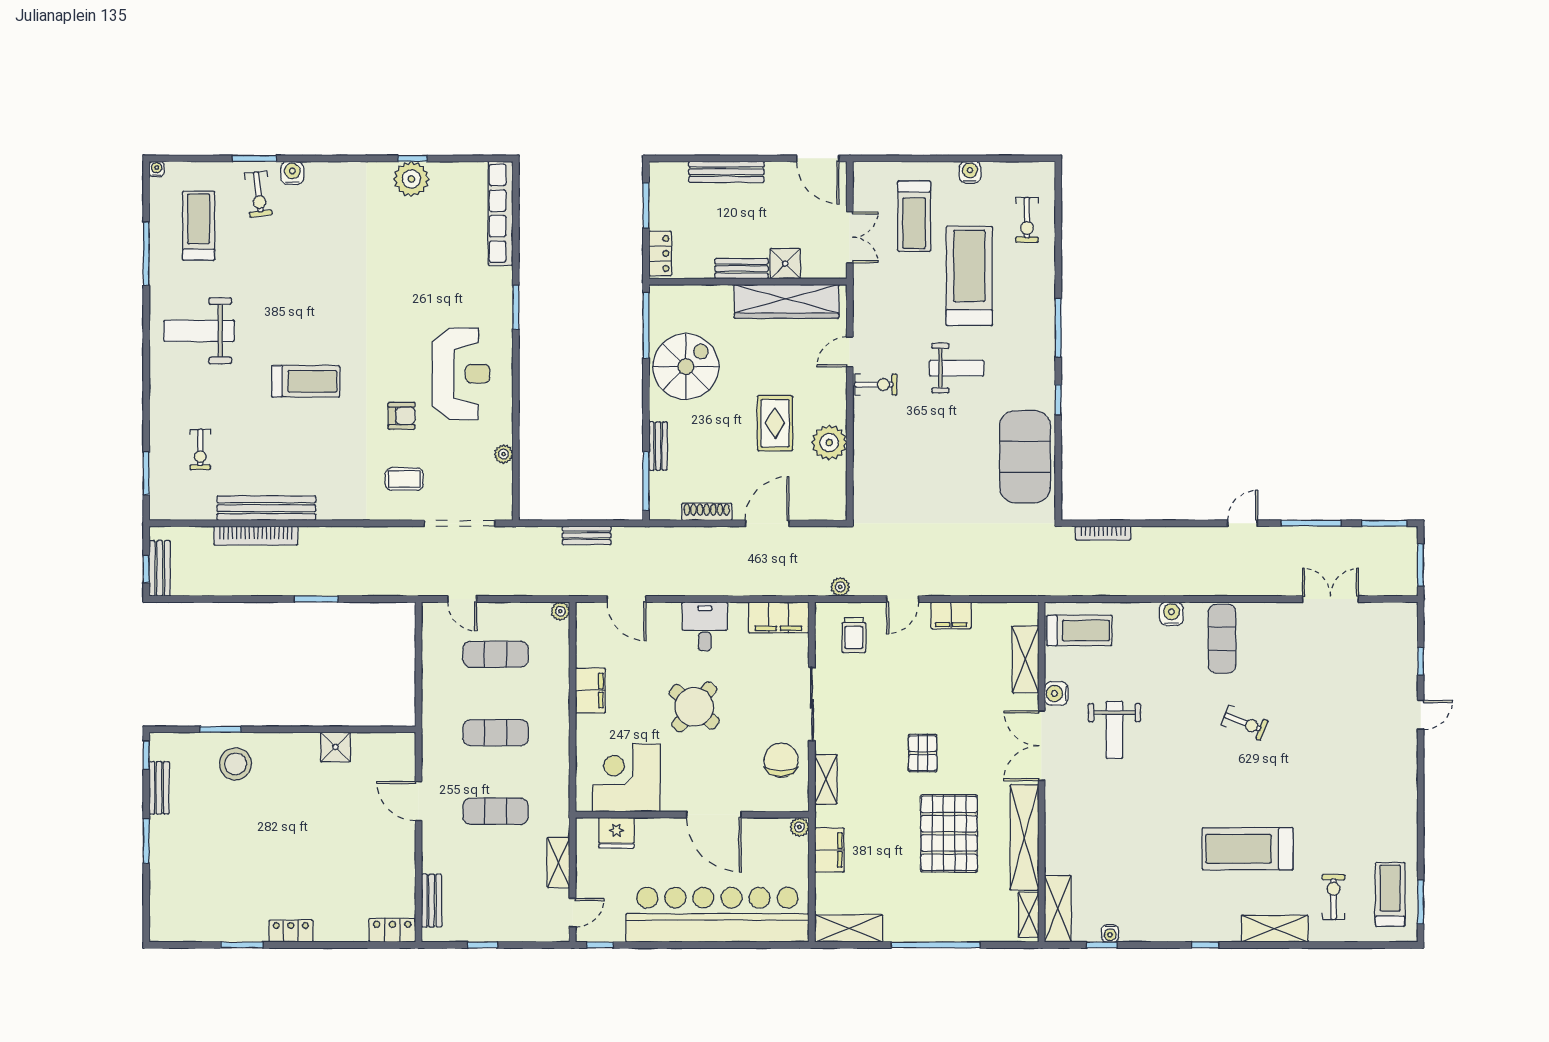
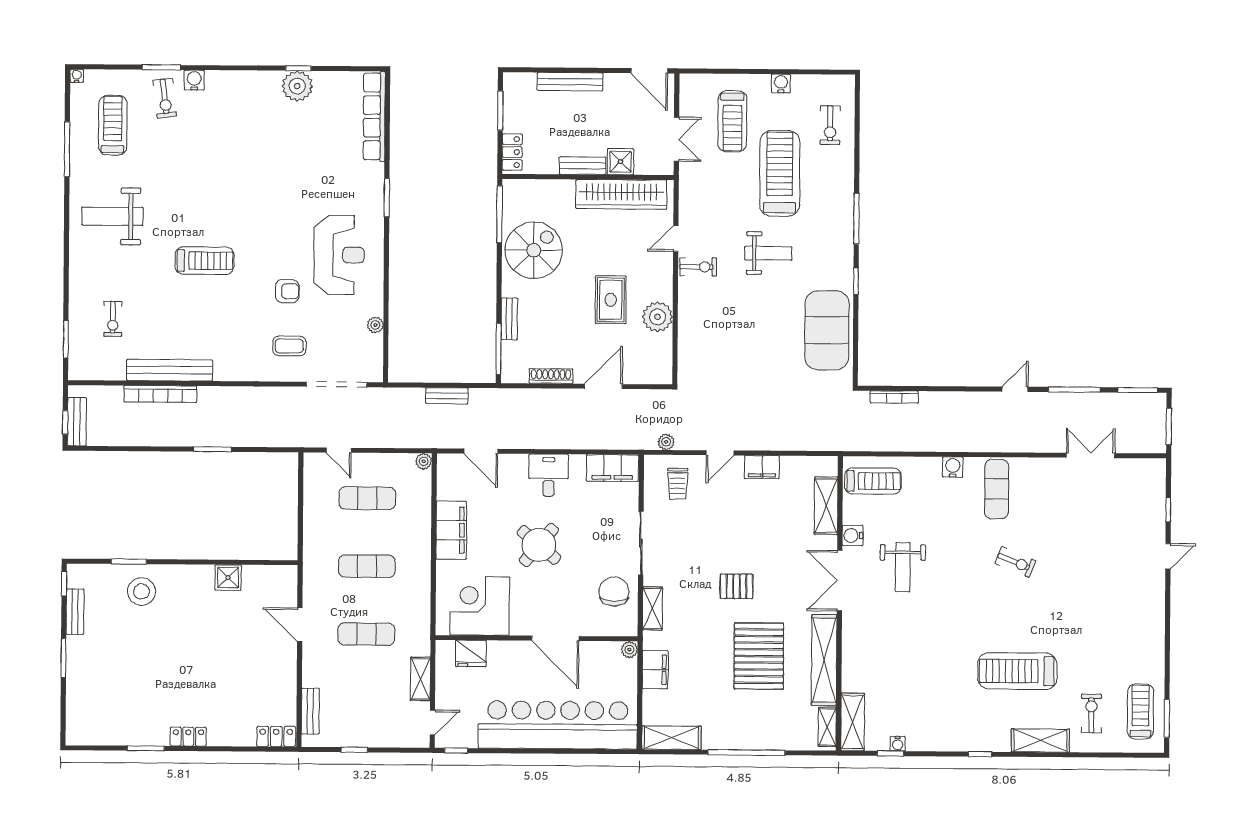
filing cabinet: (590, 691) -> (451, 530), width x1.50, depth x1.17
pallet: (923, 753) -> (737, 586), turned 90

